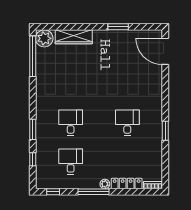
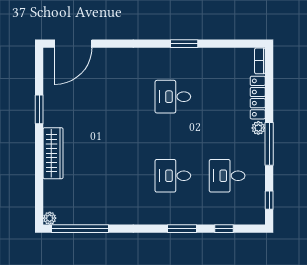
wardrobe: (74, 37) -> (53, 153), moved
plant: (44, 38) -> (50, 218), width x0.53, depth x0.53

